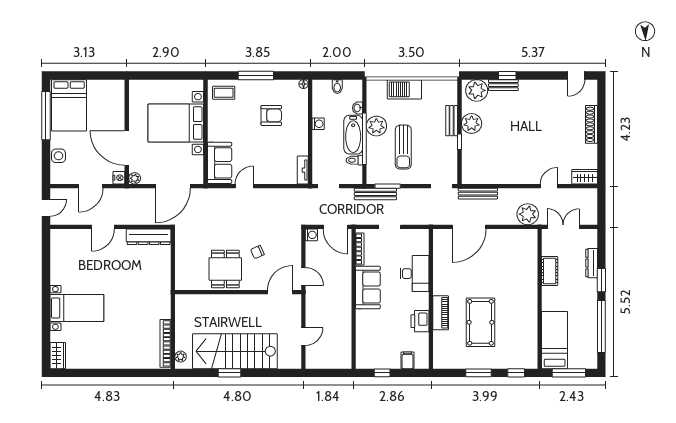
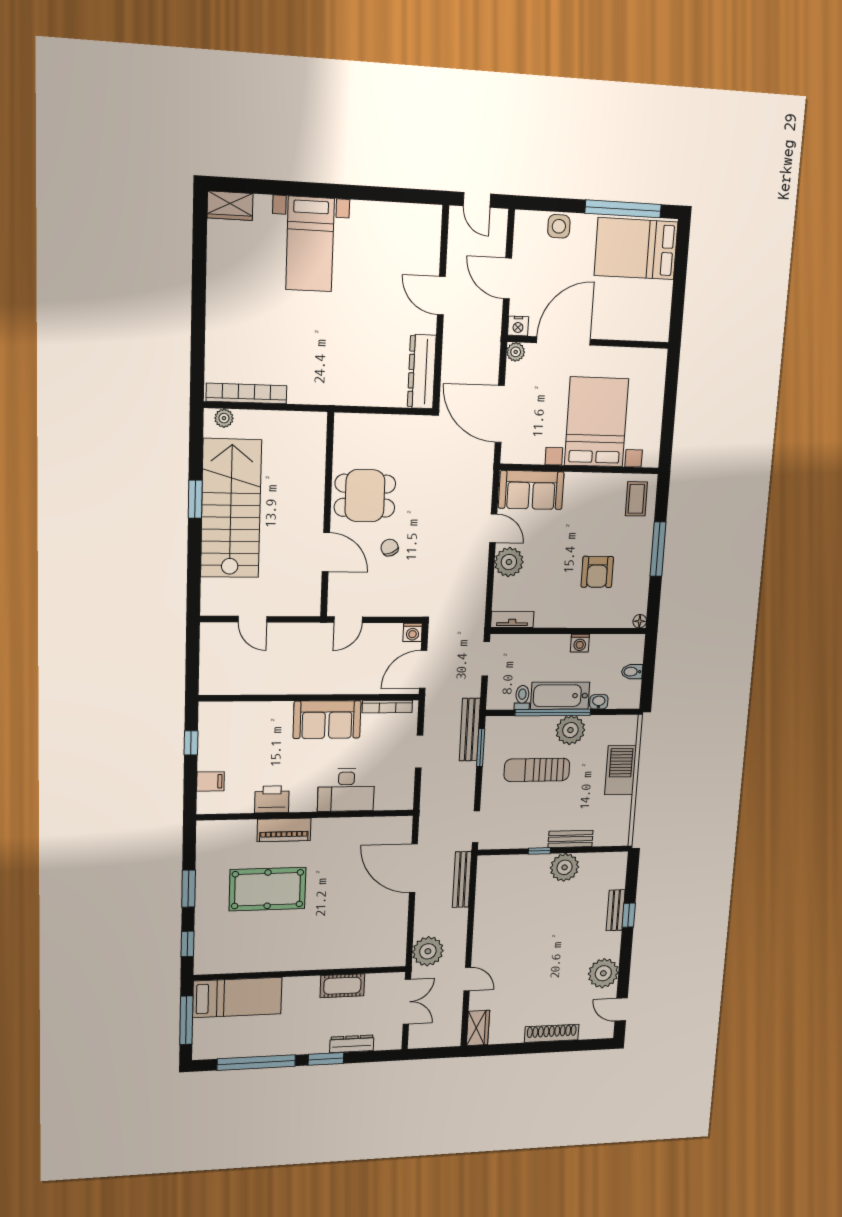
plant: (477, 90) -> (603, 973), moved
plant: (266, 175) -> (509, 562), added
door: (280, 292) -> (326, 552), moved

